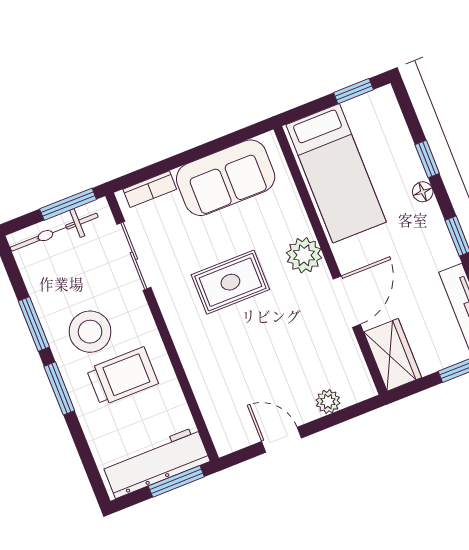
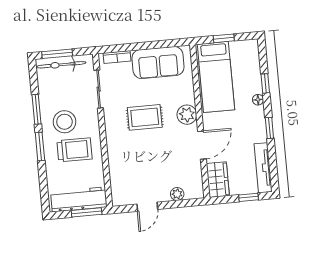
window: (354, 91) -> (224, 38), moved
window: (68, 204) -> (57, 54), moved
door: (281, 440) -> (147, 207), swing flipped

